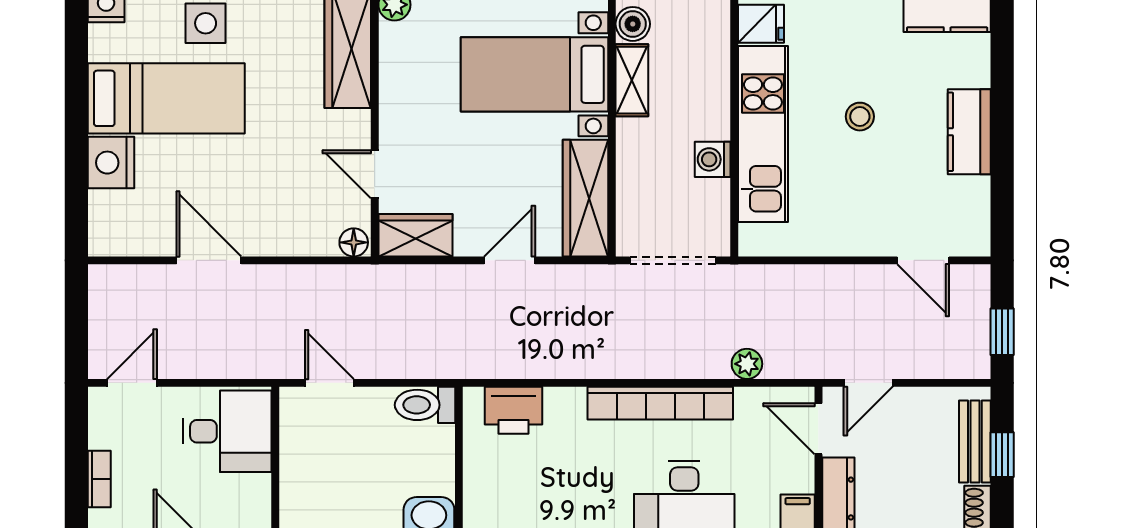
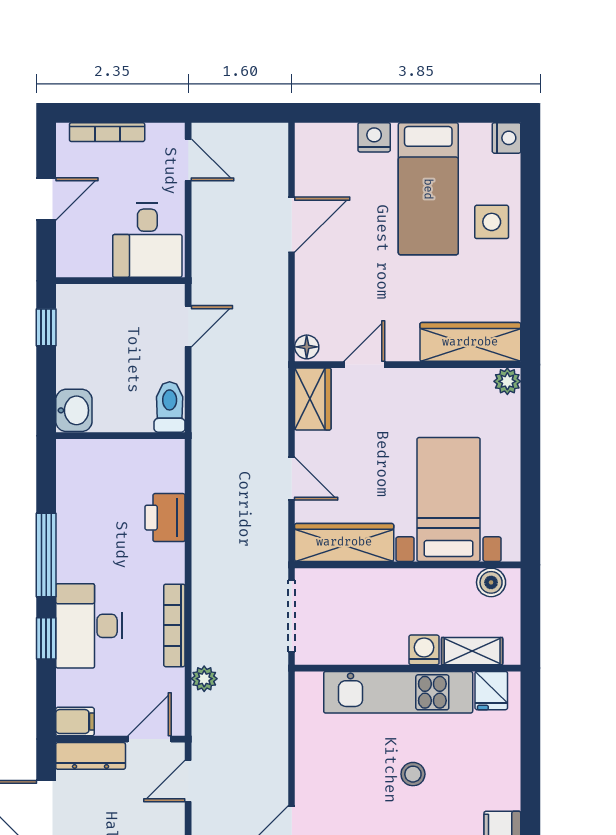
shelving: (632, 80) -> (472, 651), moved
washing machine: (713, 159) -> (424, 650), moved
nightstand: (111, 163) -> (374, 137), width x0.74, depth x0.75
door: (868, 383) -> (188, 781), hinge flipped
bookcase: (660, 403) -> (174, 625), width x0.68, depth x0.76
printer: (514, 410) -> (165, 518), moved
bookcase: (99, 479) -> (107, 132), width x1.56

